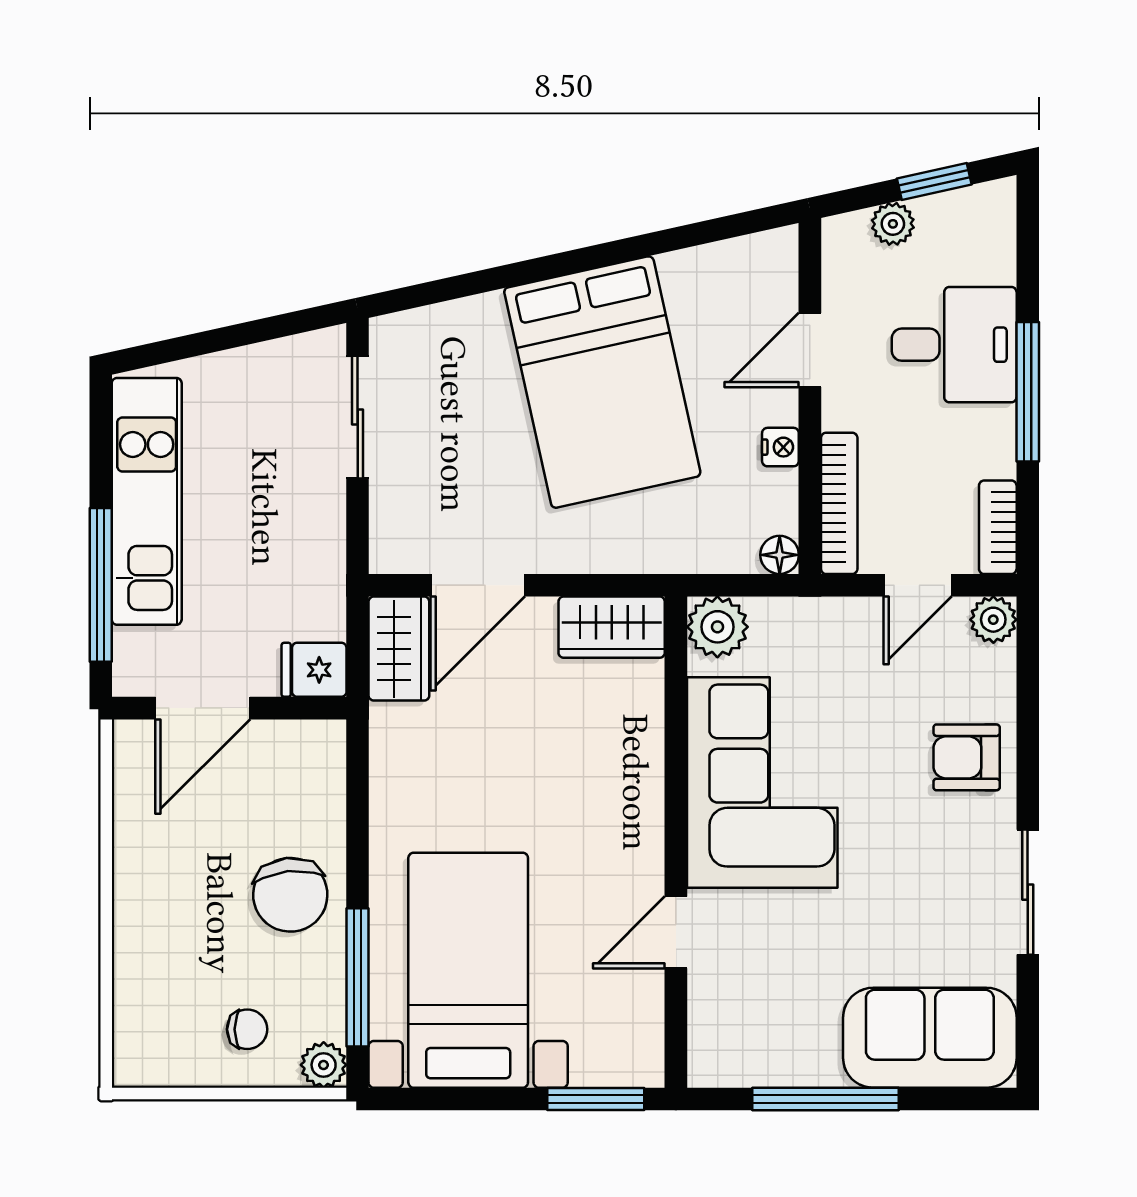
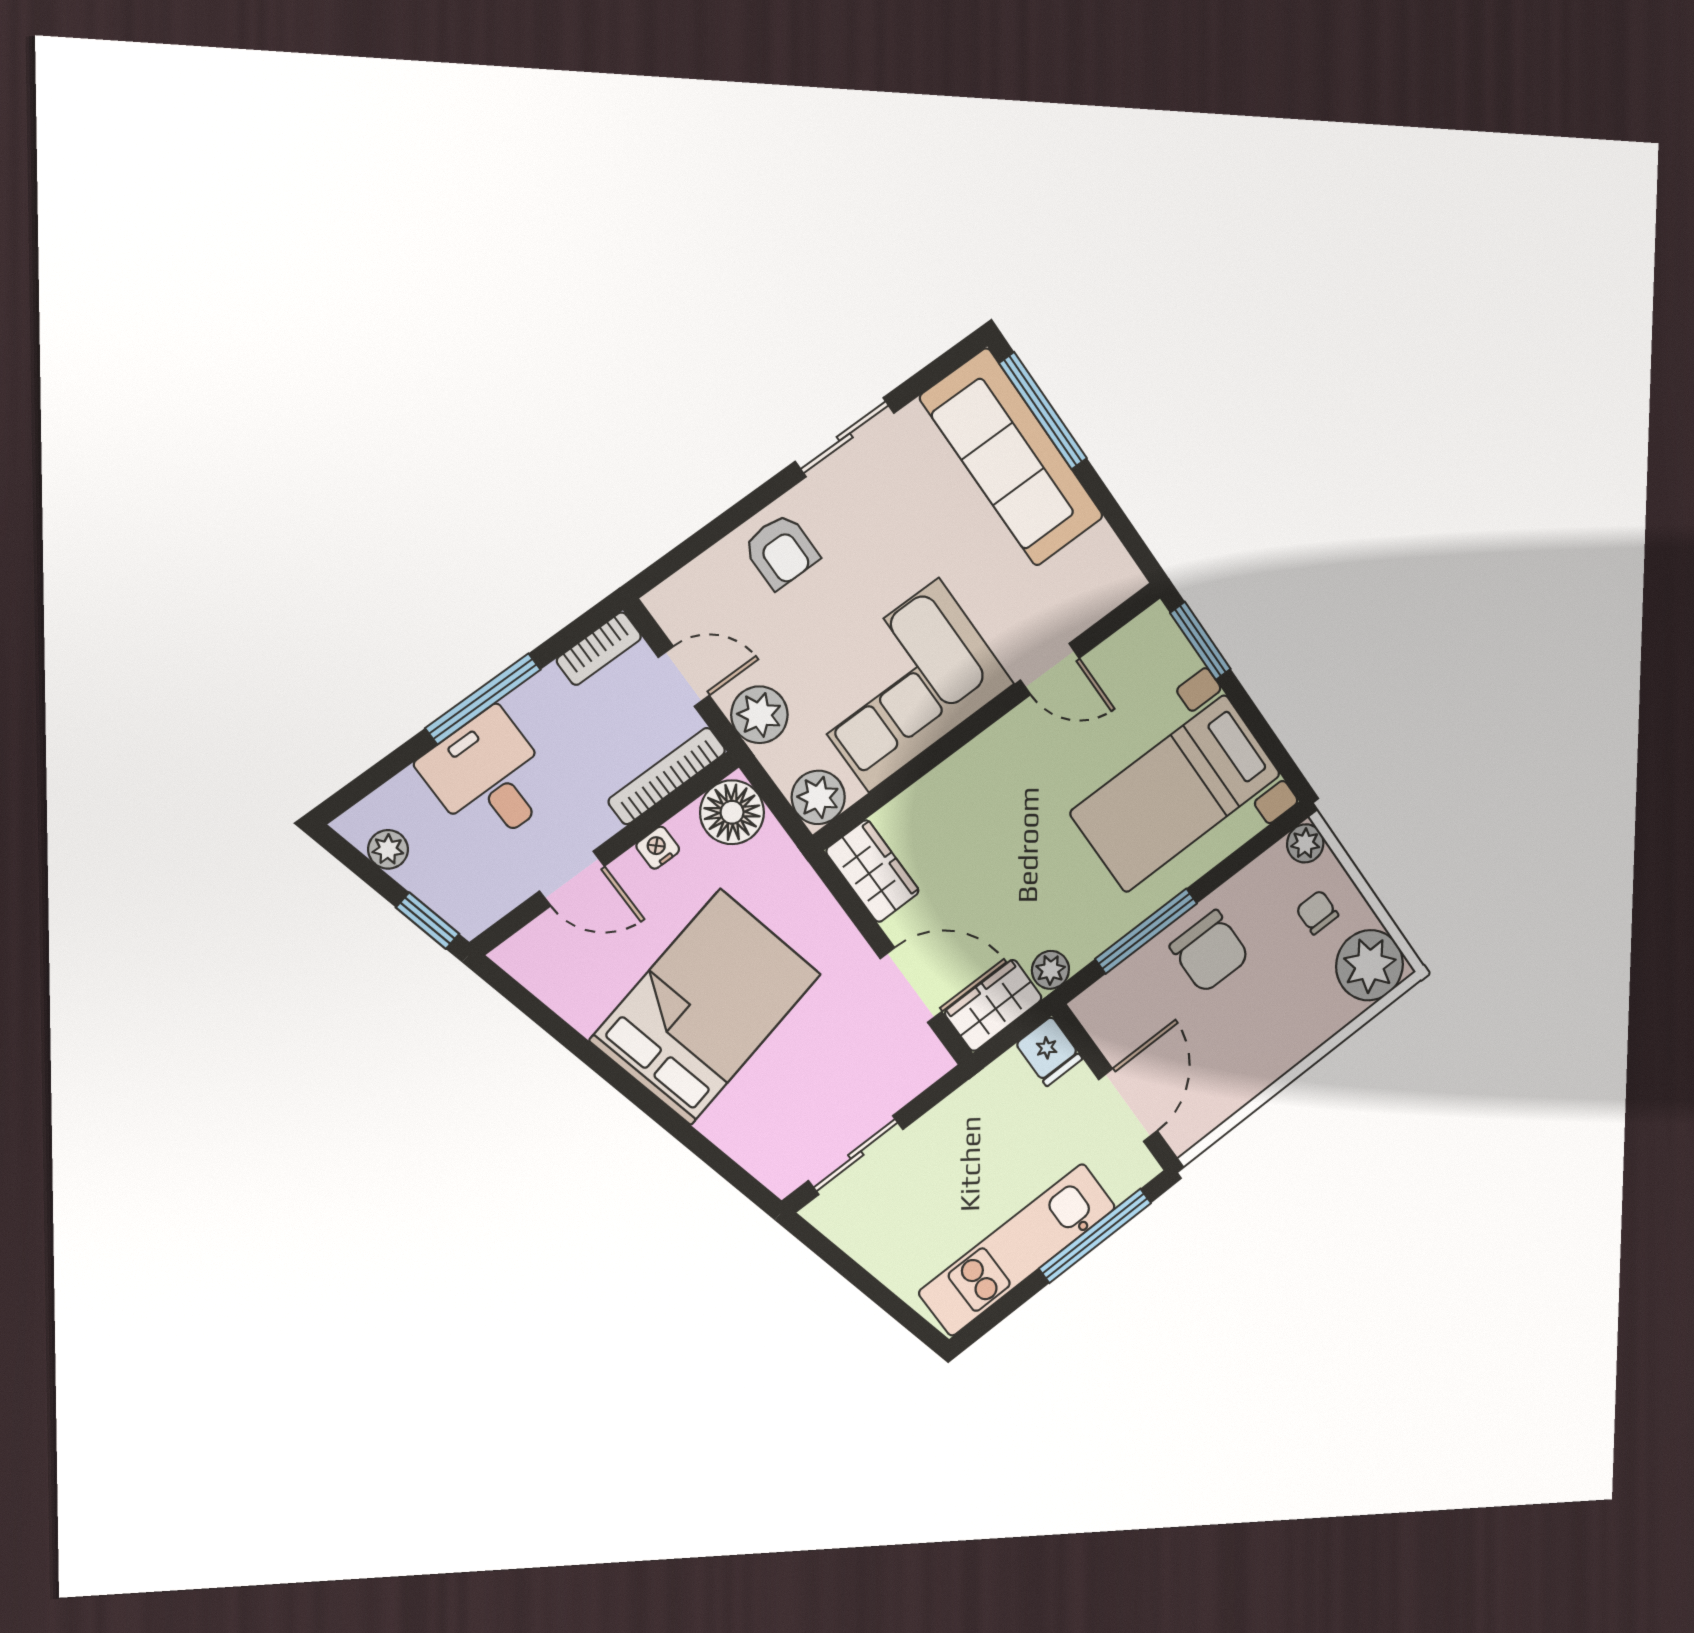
window: (934, 181) -> (428, 921), moved
plant: (893, 224) -> (388, 849), moved
floor lamp: (780, 555) -> (732, 812), width x1.89, depth x1.89
plant: (993, 620) -> (759, 715), moved, width x1.38, depth x1.38
door: (203, 708) -> (1128, 1105), hinge flipped
plant: (391, 727) -> (1051, 970), added
chair: (290, 895) -> (1210, 952), turned 96
window: (358, 977) -> (1146, 931), moved
sofa: (930, 1038) -> (1012, 457), width x1.36
plant: (154, 1045) -> (1370, 965), added
window: (826, 1099) -> (1043, 411), moved

